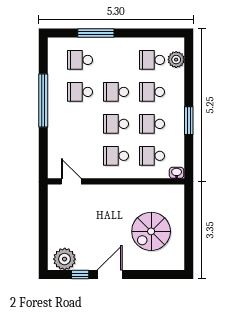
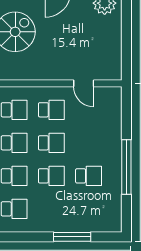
school desk: (80, 60) -> (88, 209), removed
door: (71, 181) -> (84, 83), moved

